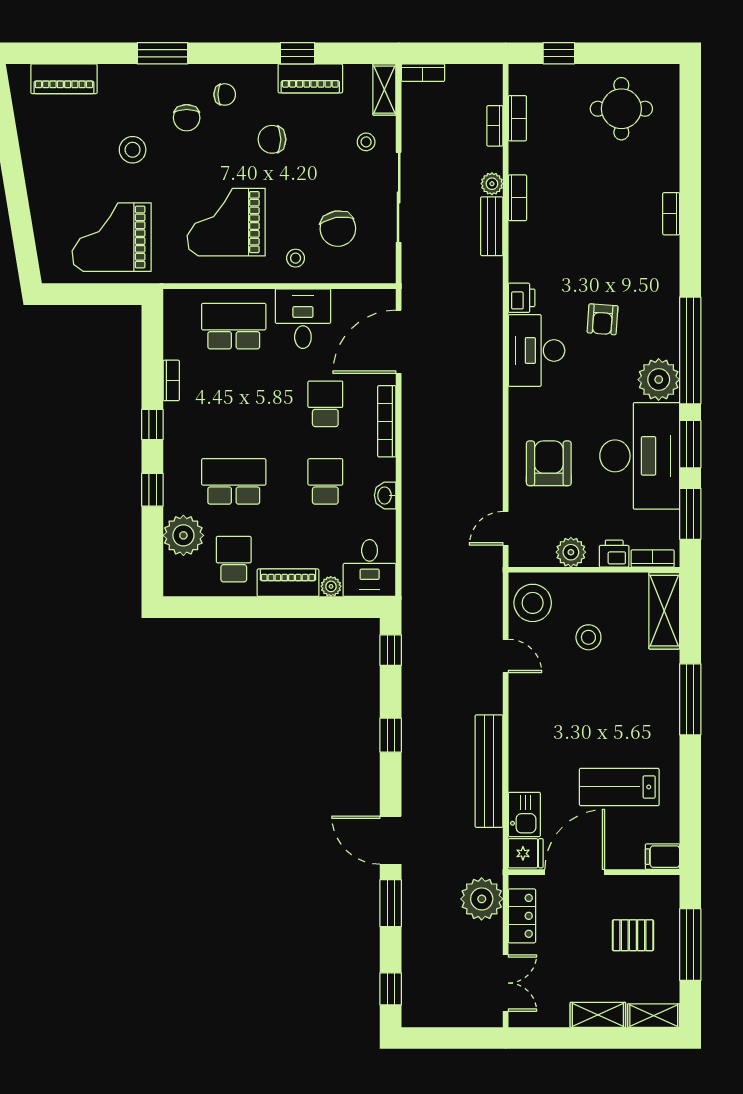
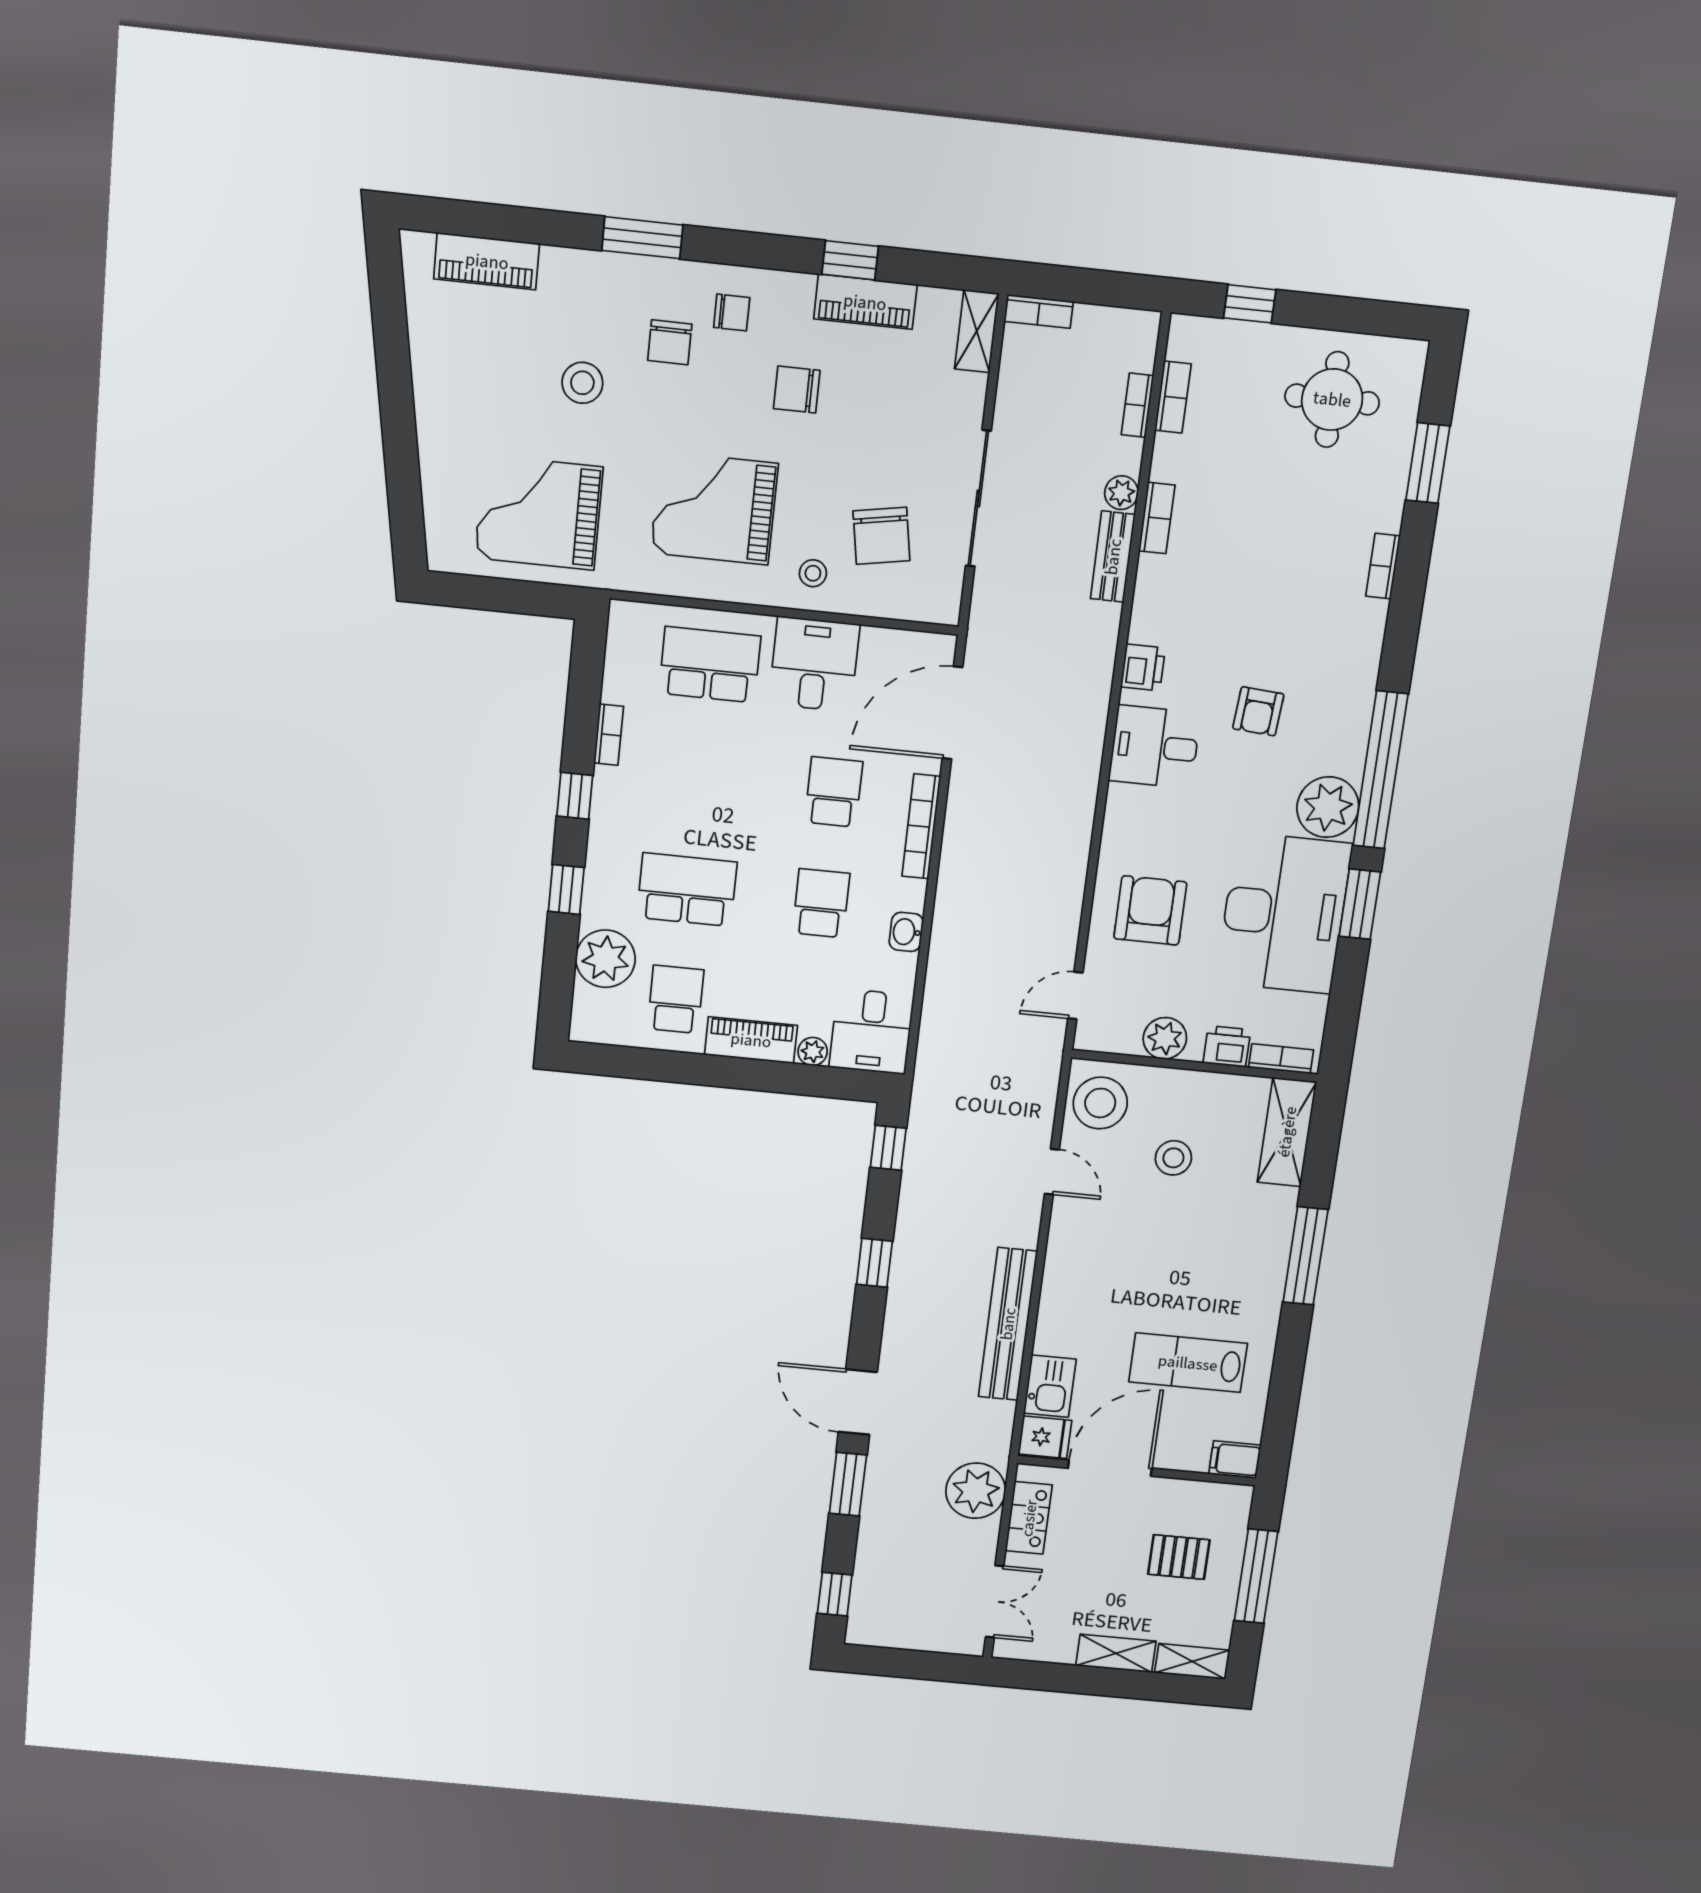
stool: (366, 142) -> (939, 409), removed
desk: (537, 351) -> (1155, 747), width x0.73
window: (690, 514) -> (1428, 463), moved

